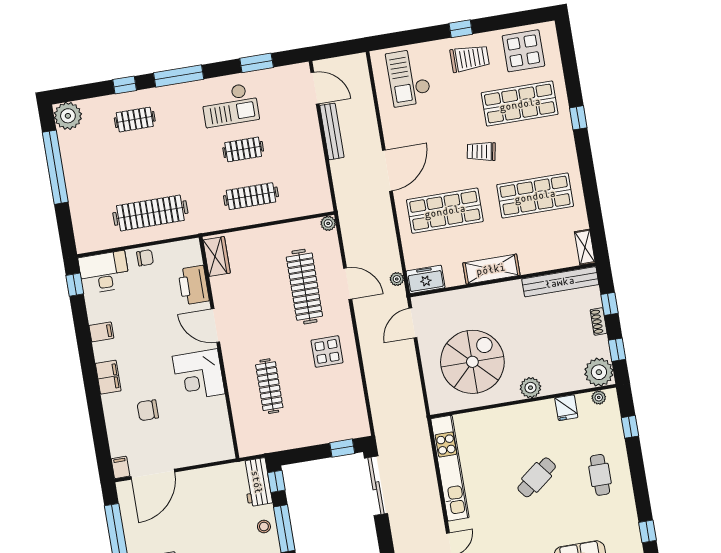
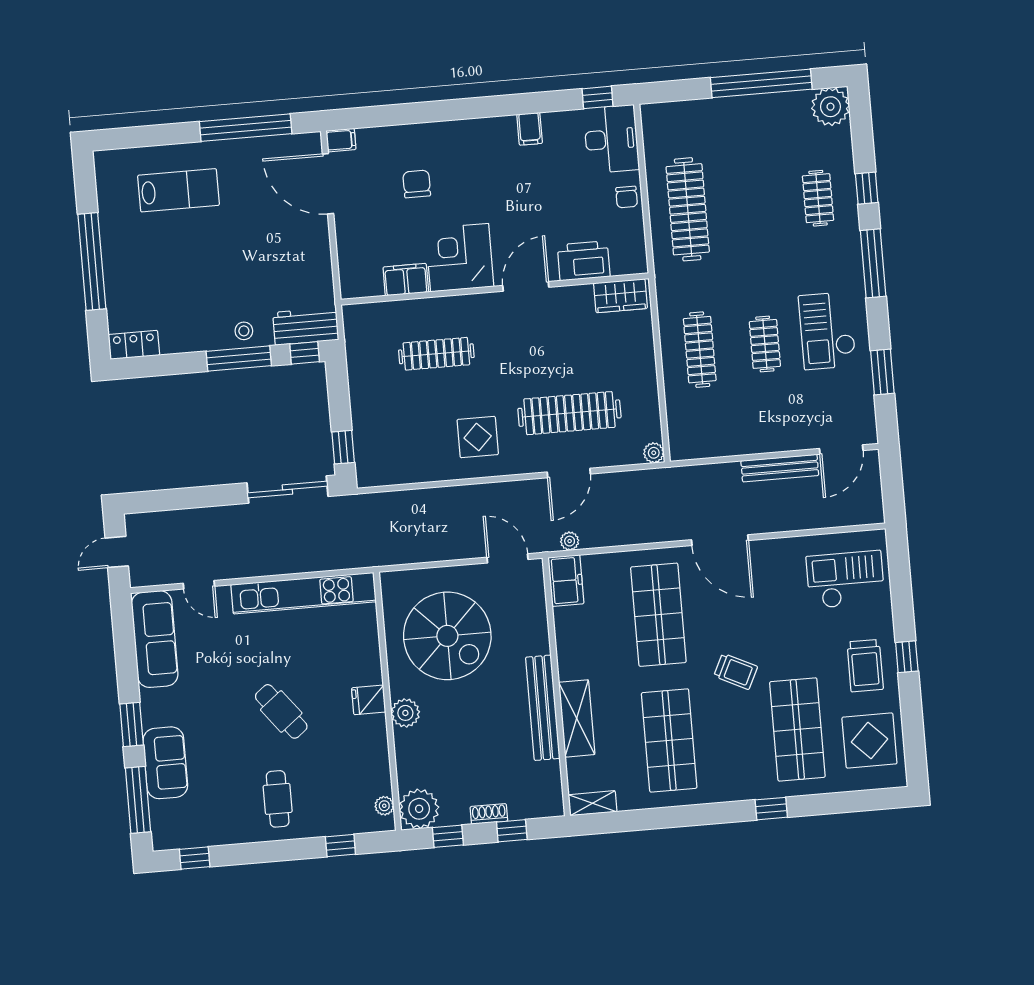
trolley: (481, 151) -> (736, 671), turned 106
shelving: (491, 269) -> (577, 718), moved
bench: (560, 282) -> (543, 708), moved
filing cabinet: (108, 377) -> (406, 280), moved, turned 180
fridge: (566, 408) -> (369, 700), moved
cafe table: (600, 475) -> (278, 799), turned 90

